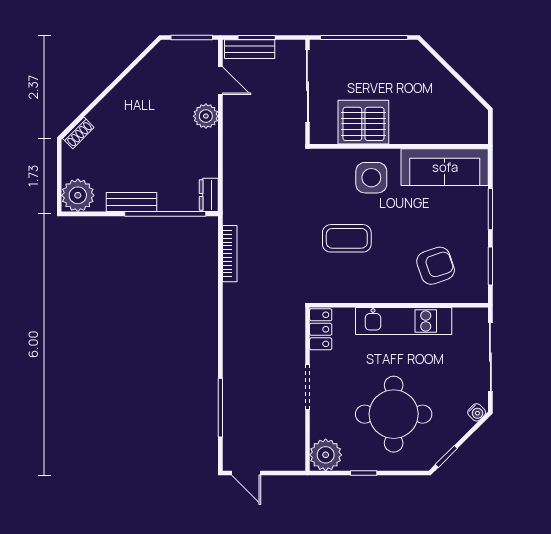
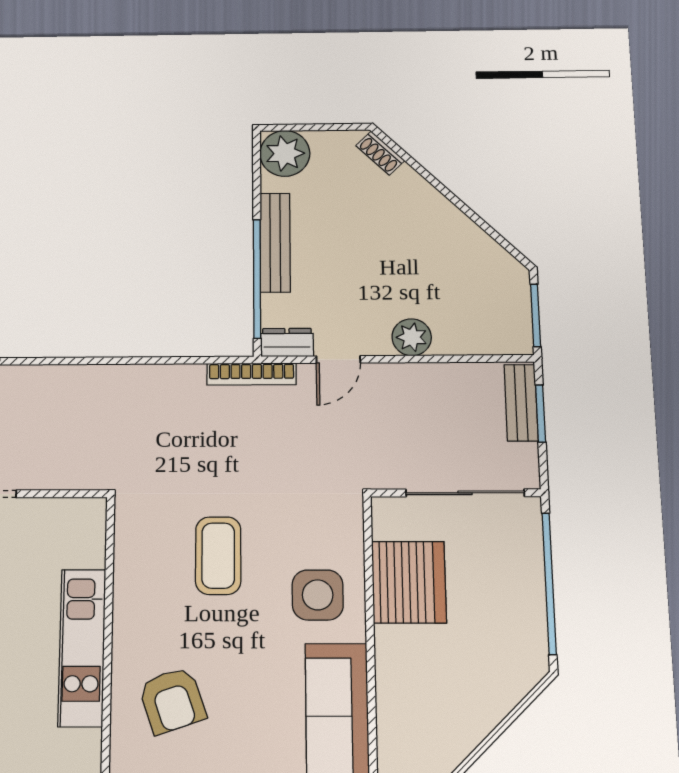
door: (220, 81) -> (338, 359), moved
bench: (131, 202) -> (275, 243), width x1.36
bookcase: (230, 254) -> (252, 374), moved
locker: (321, 329) -> (72, 514), removed

